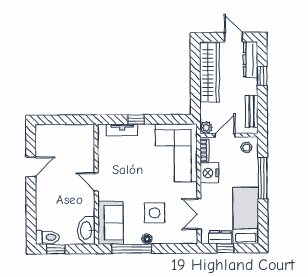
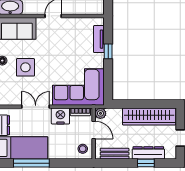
dresser: (251, 60) -> (148, 153), moved
window: (263, 178) -> (31, 163), moved
double door: (199, 214) -> (36, 107), moved

